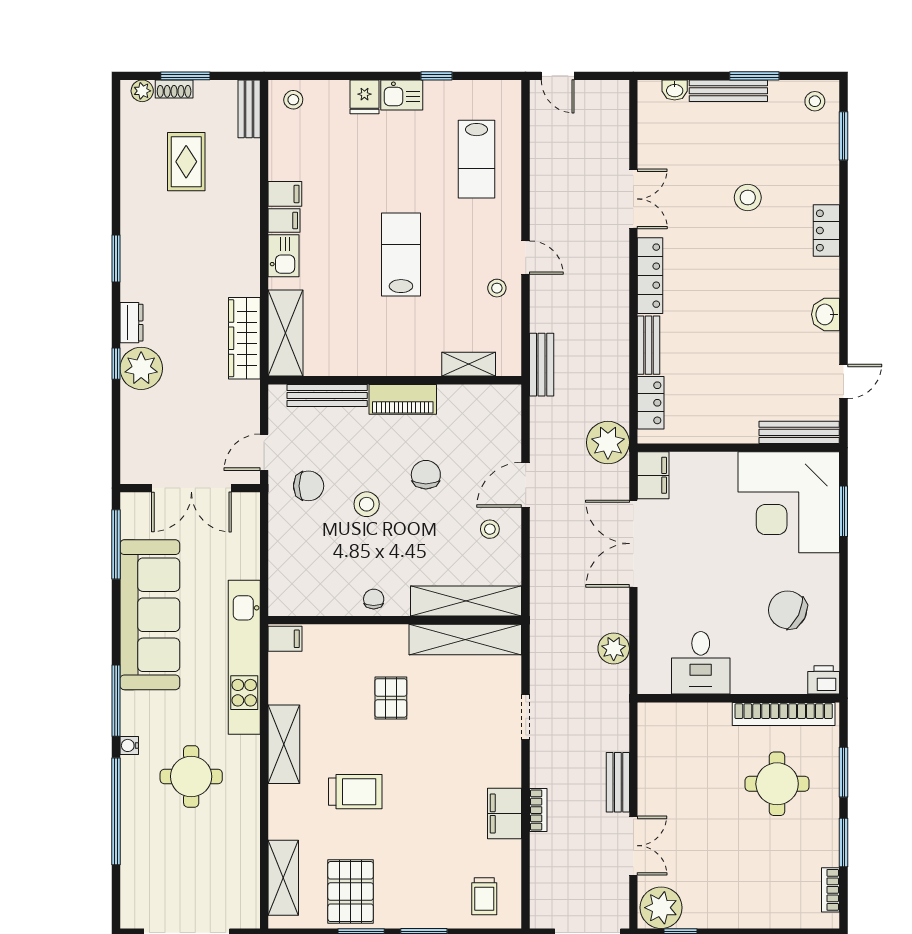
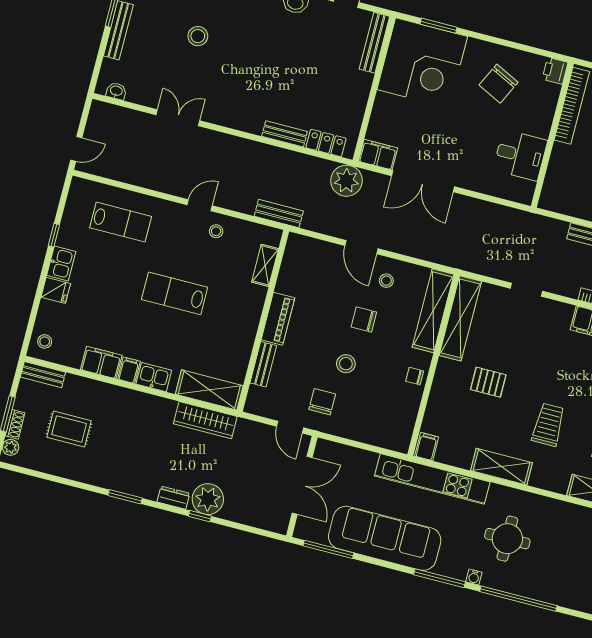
washbasin: (675, 90) -> (116, 91), moved, turned -90
filing cabinet: (285, 194) -> (101, 362), width x2.00
locker: (650, 276) -> (235, 120), removed
bench: (327, 396) -> (263, 364), width x0.73
chair: (426, 475) -> (364, 320), moved
plant: (614, 649) -> (494, 215), removed

